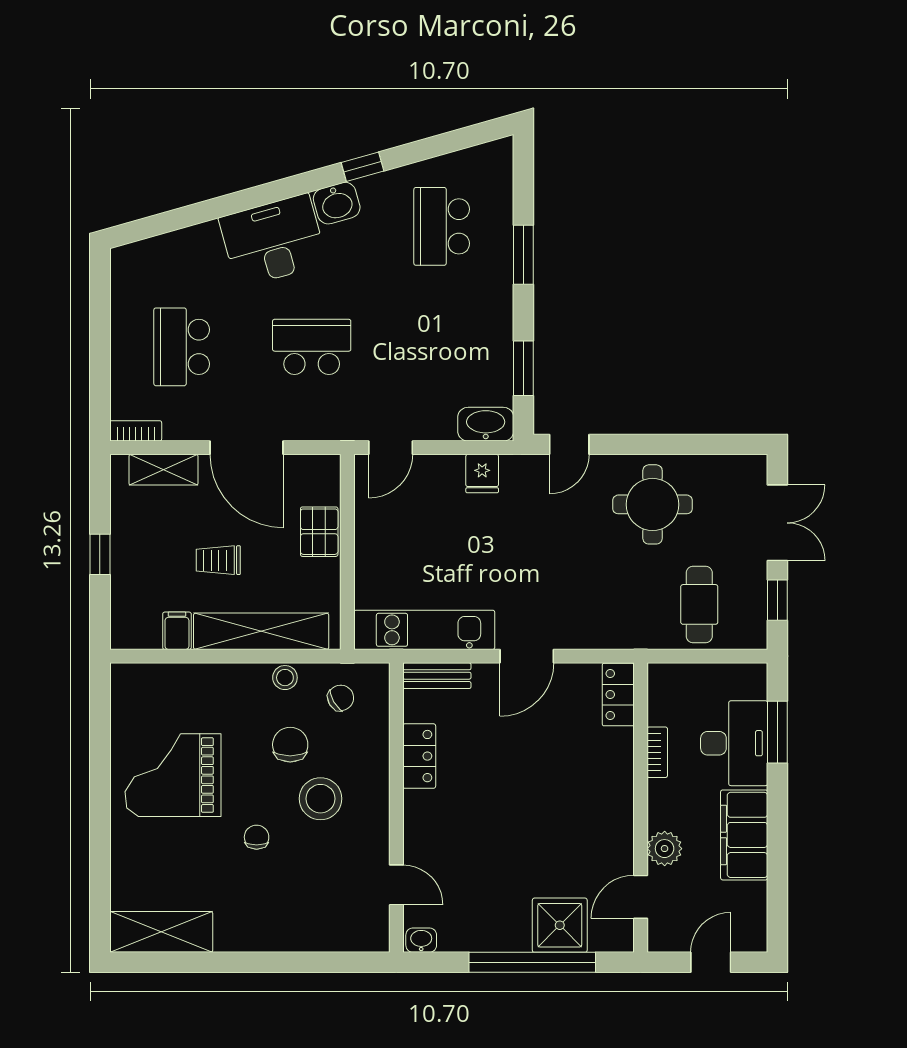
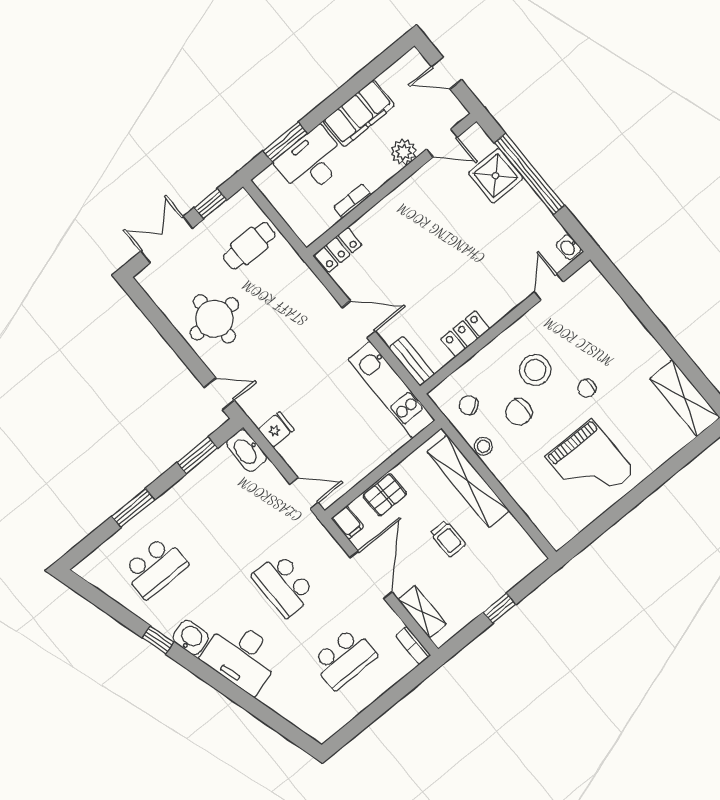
filing cabinet: (177, 631) -> (348, 523), moved, turned -90

